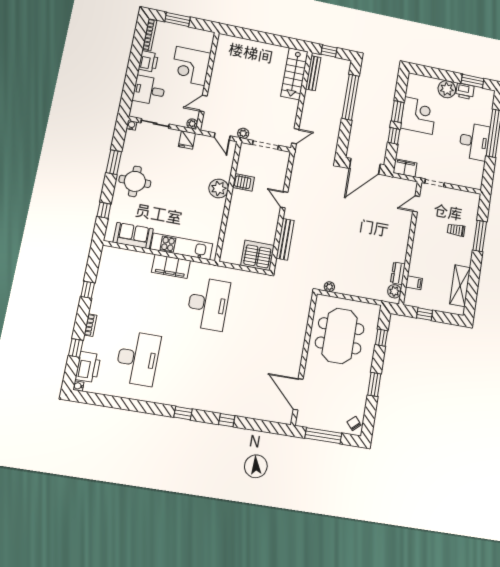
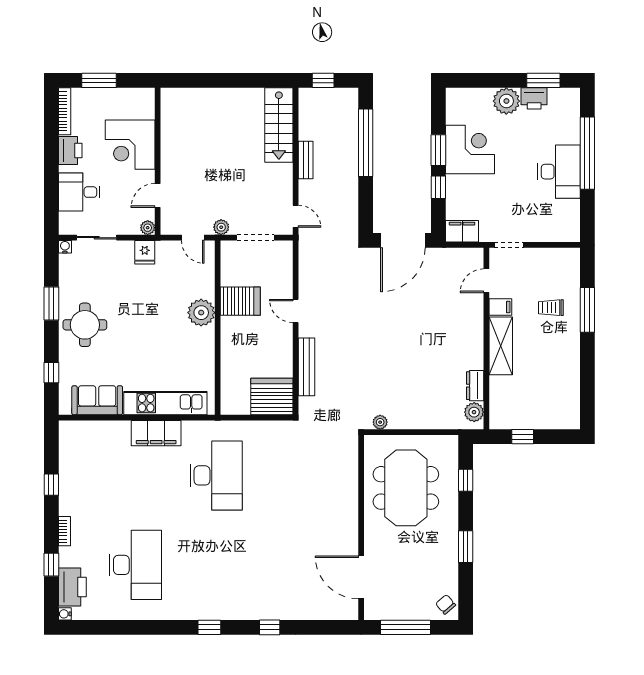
bench: (313, 73) -> (306, 160), moved, width x0.73
door: (295, 136) -> (296, 216), hinge flipped
server rack: (243, 182) -> (240, 301), width x1.36, depth x1.44
filing cabinet: (414, 283) -> (500, 307), moved
shelving: (460, 286) -> (501, 346), moved

